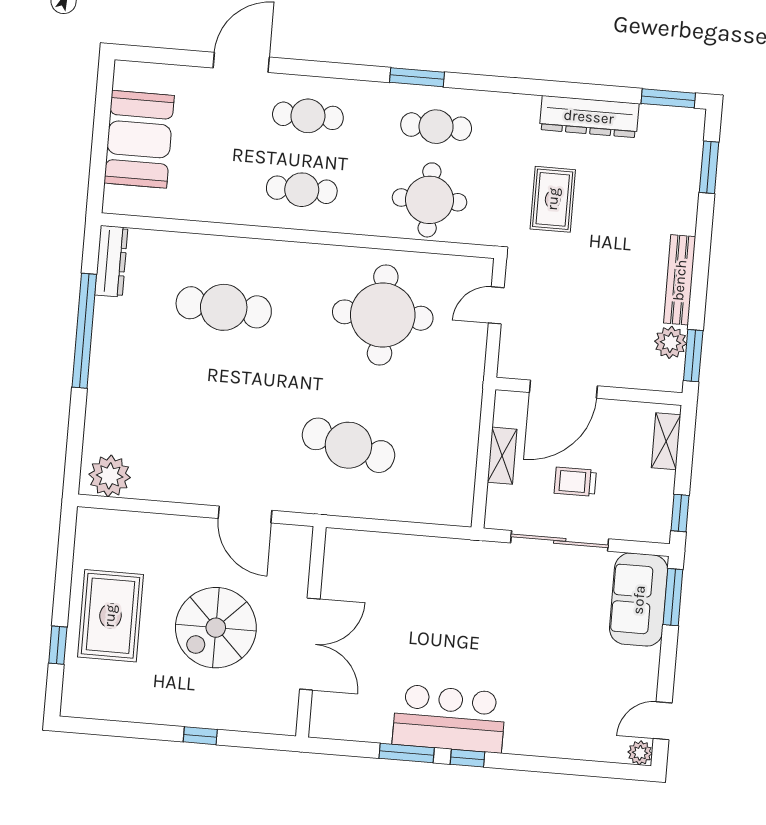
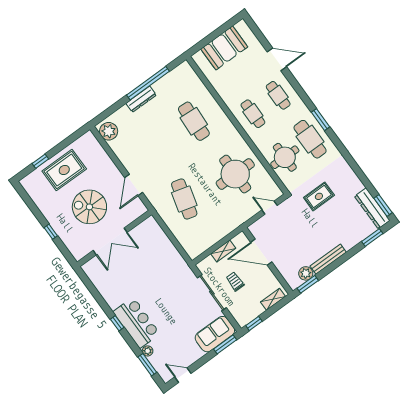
dresser: (589, 117) -> (372, 208), moved
cafe table: (436, 127) -> (310, 139), width x1.37, depth x1.35
dresser: (111, 261) -> (141, 99), moved
bar counter: (449, 719) -> (137, 323), moved
window: (407, 753) -> (147, 365), moved
plant: (640, 753) -> (148, 351), moved

